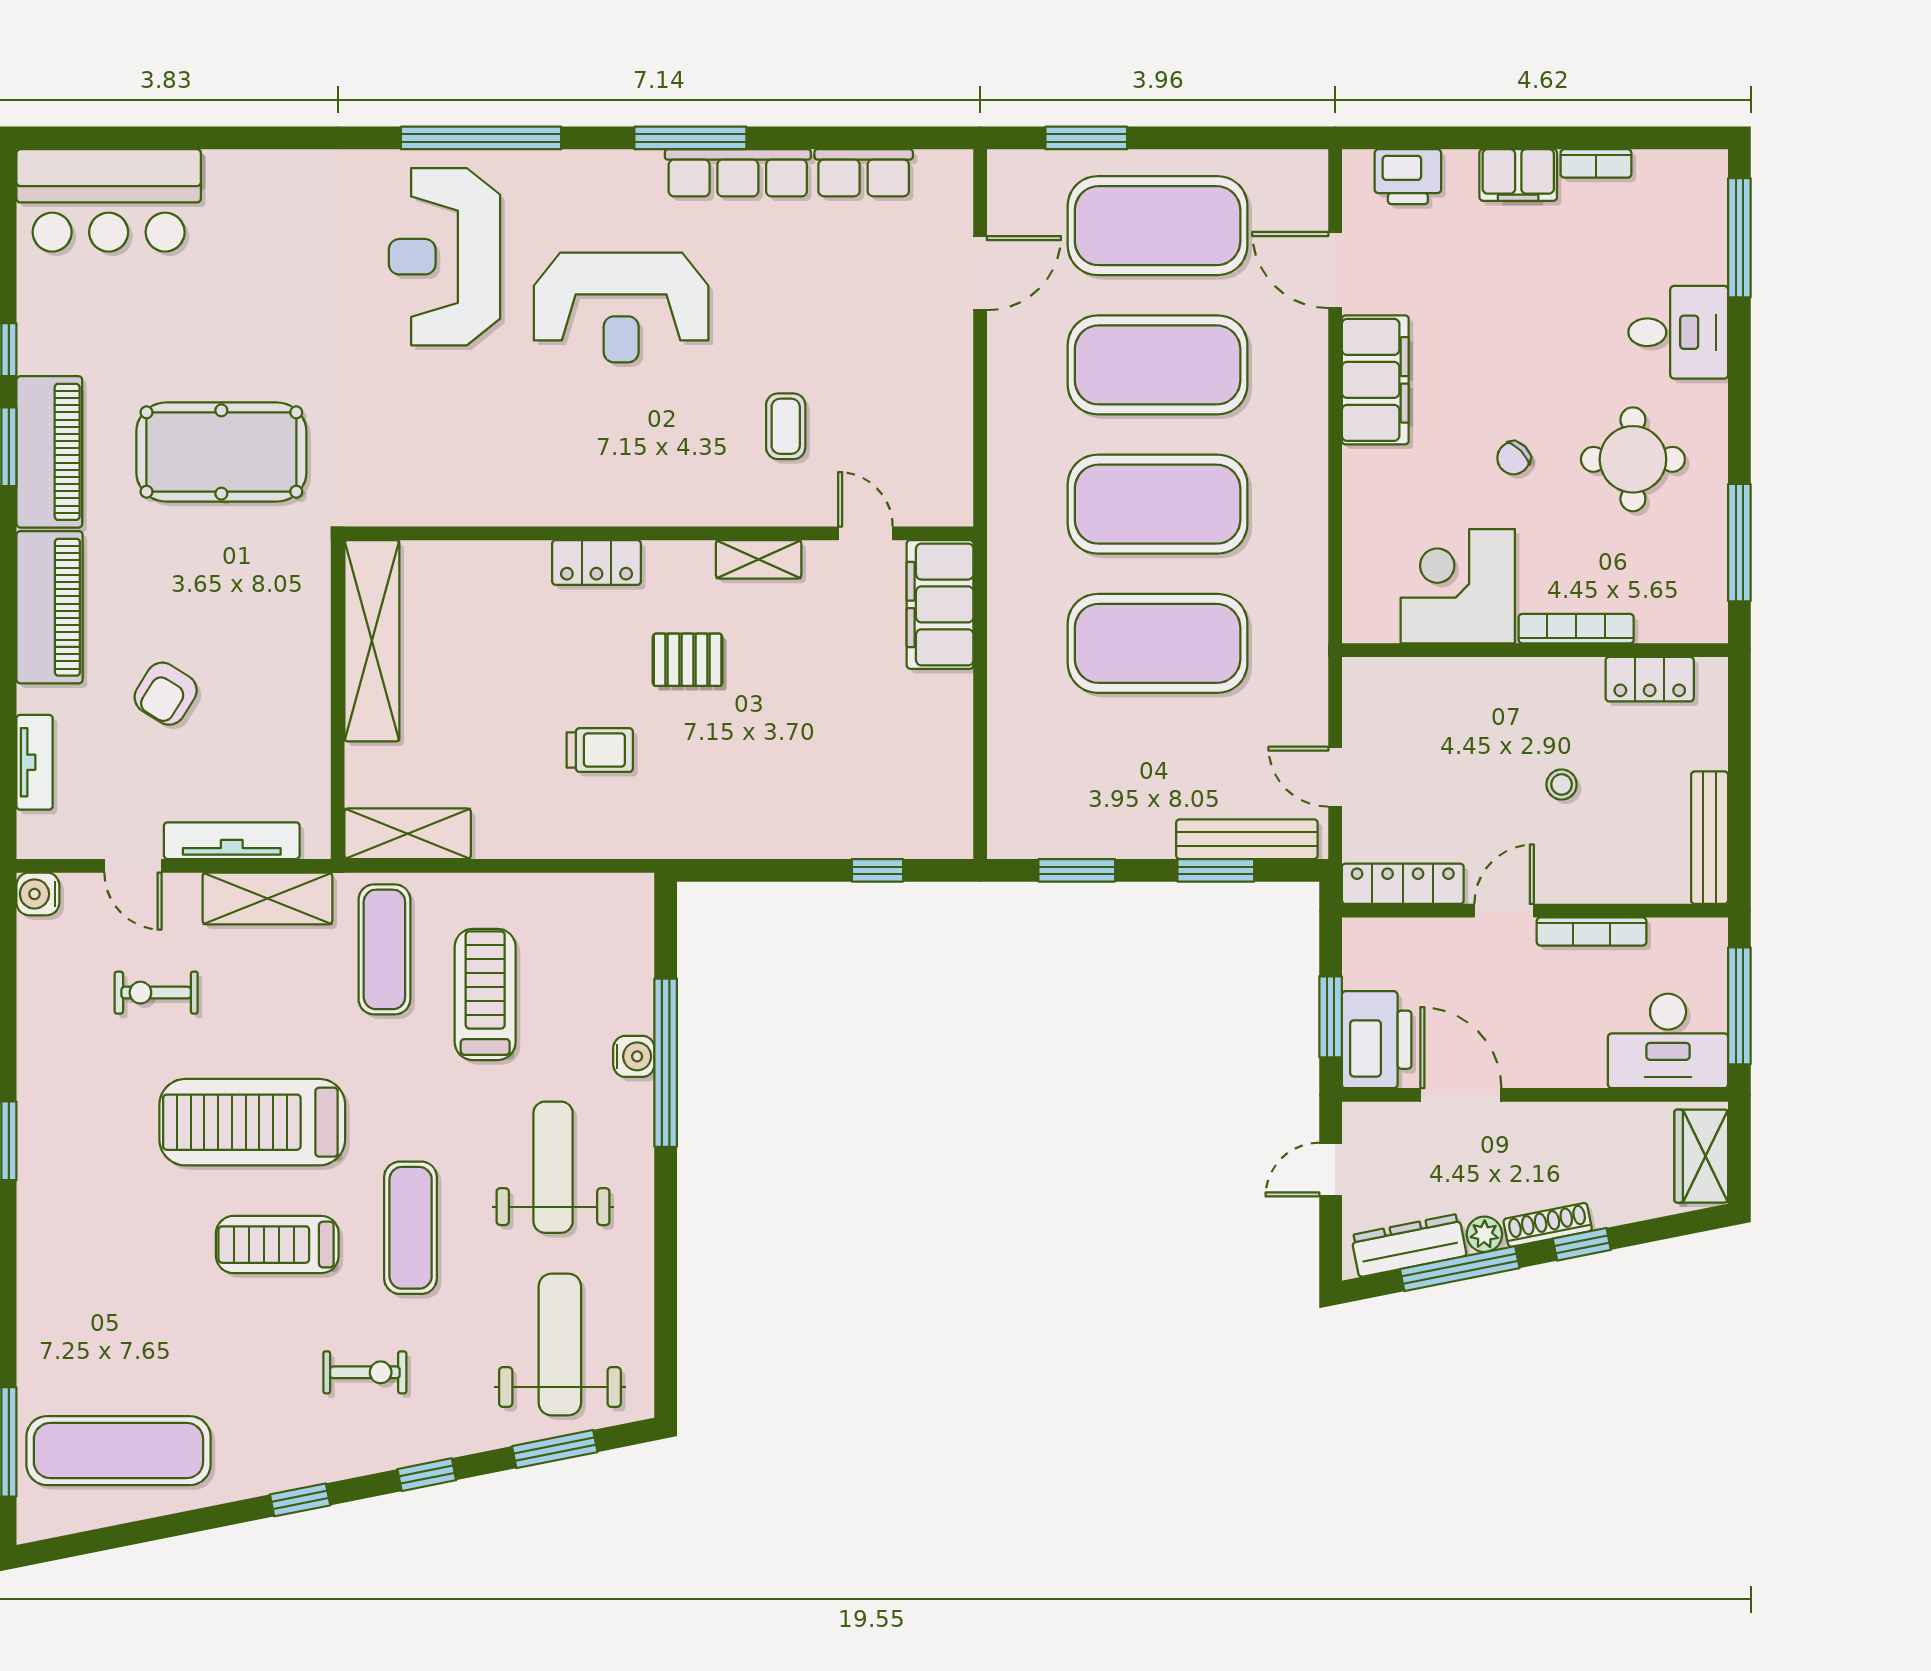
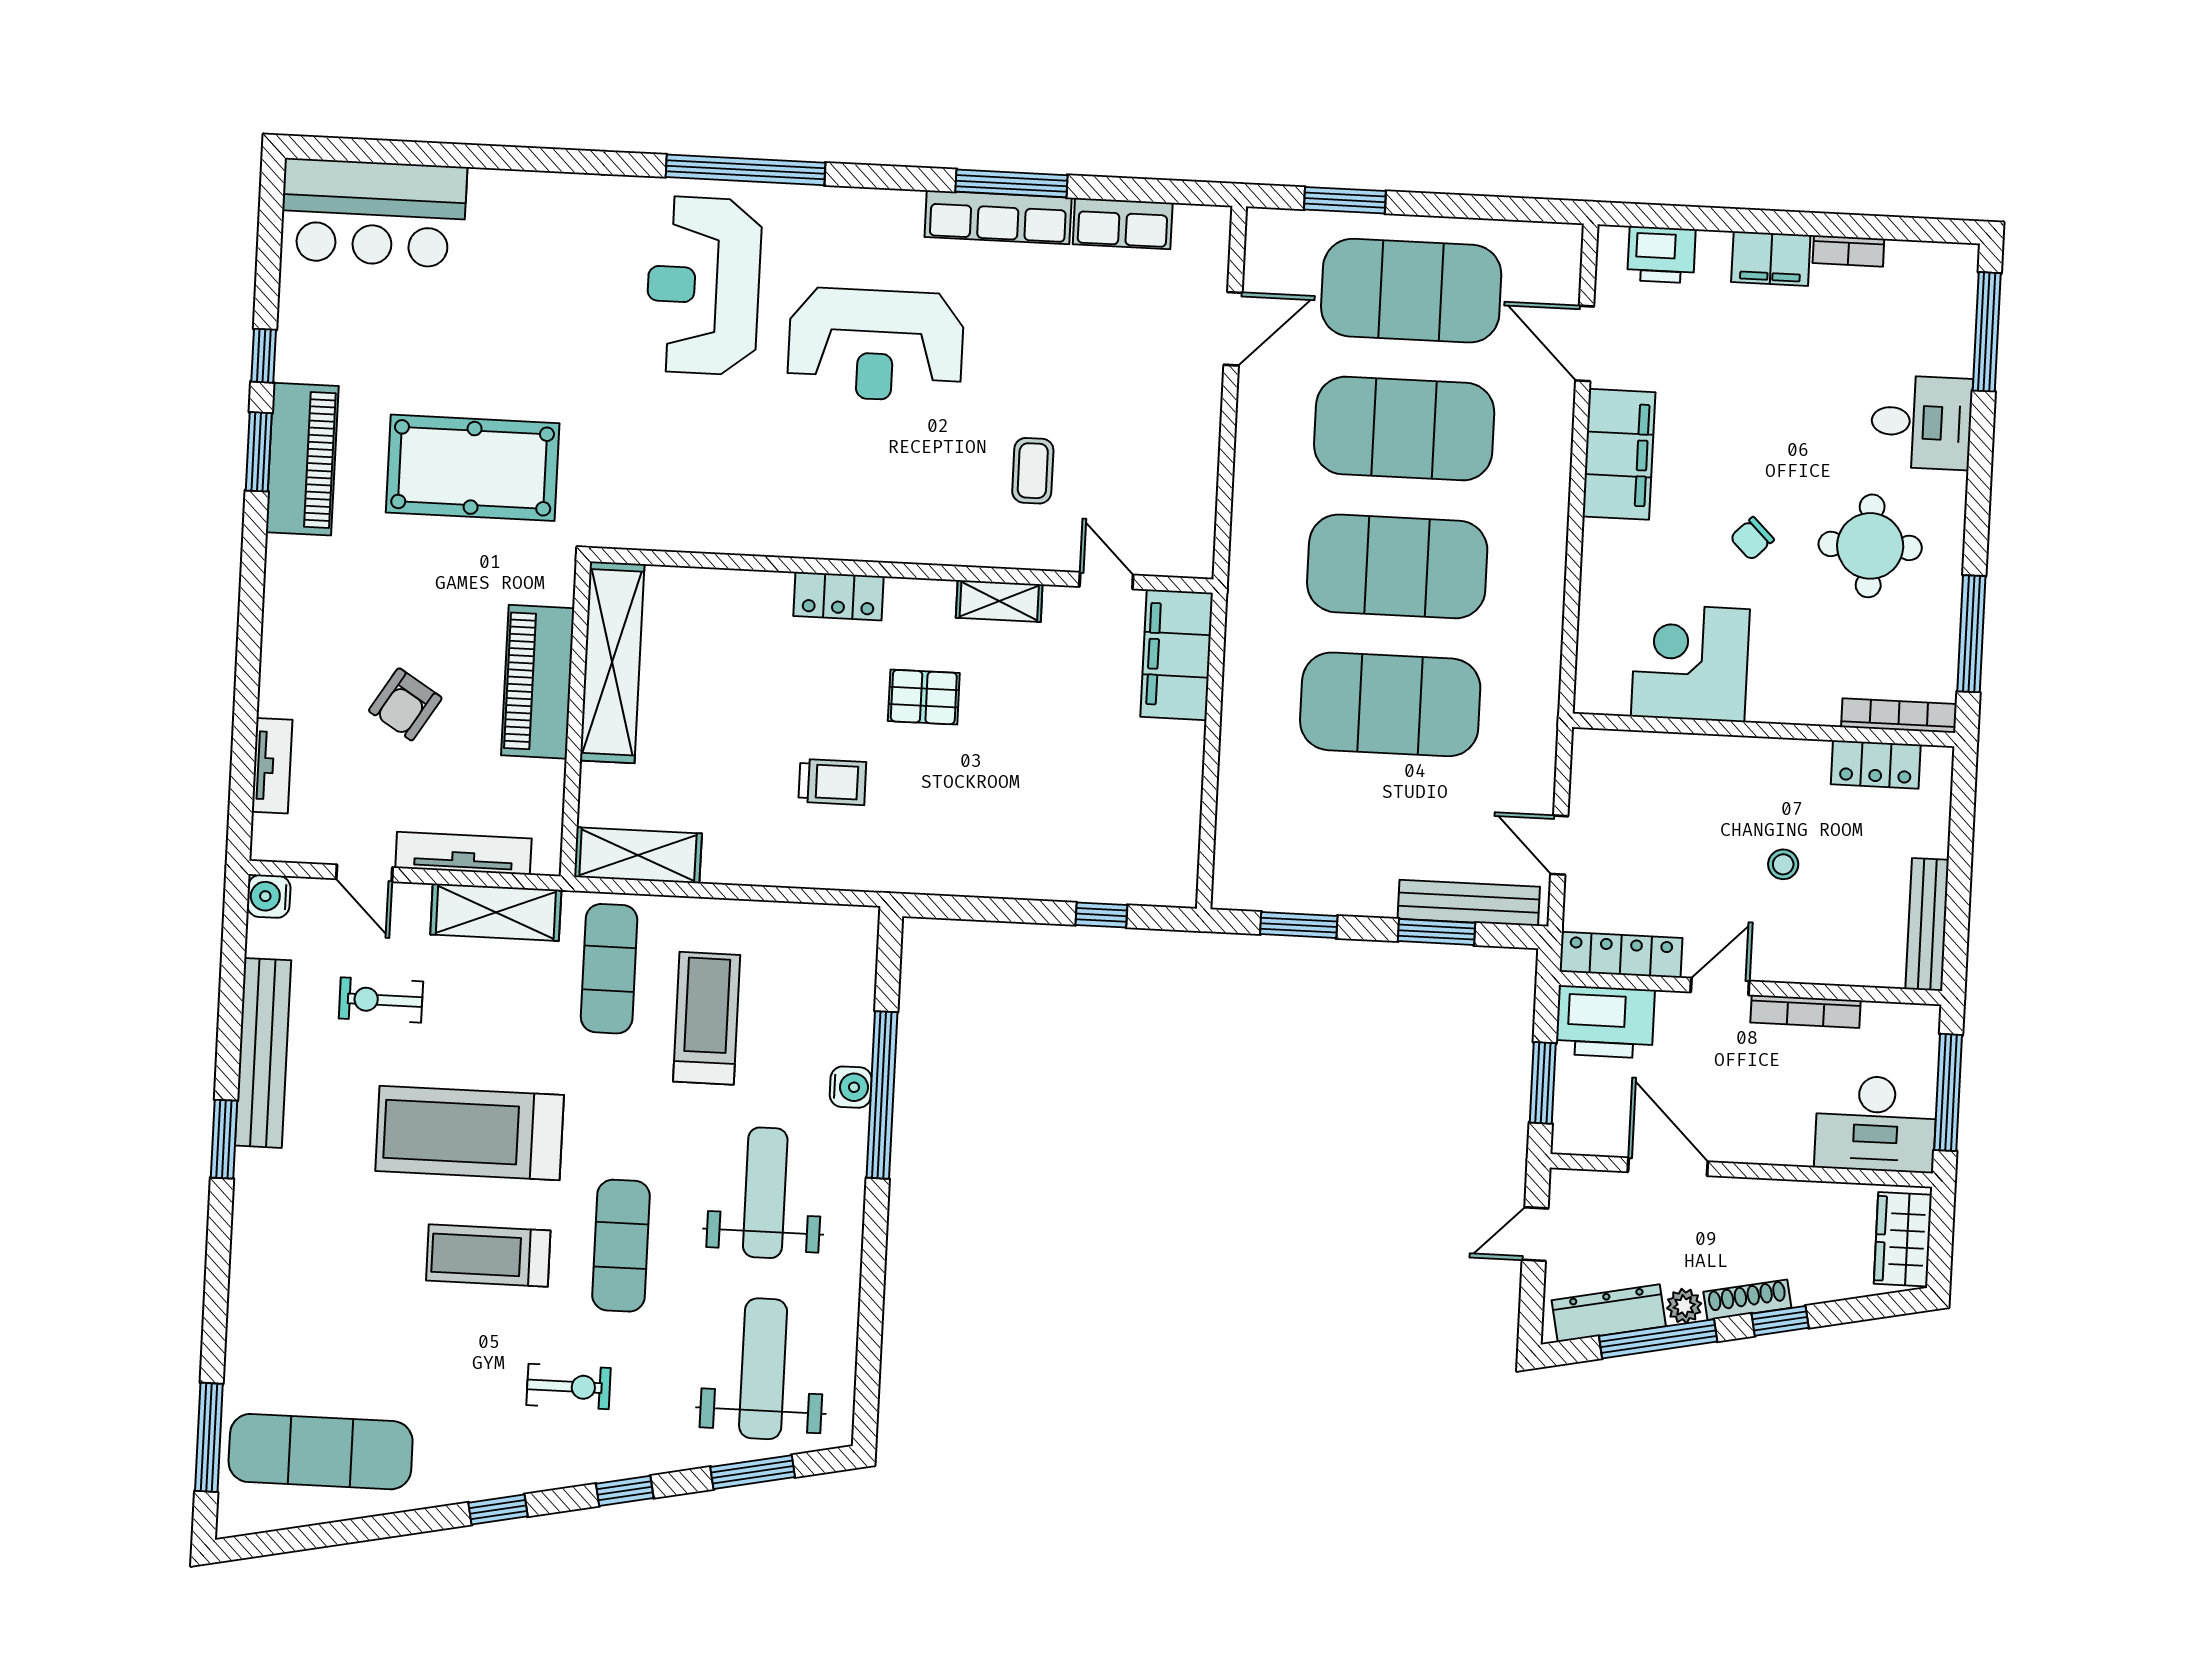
window: (690, 138) -> (1011, 183), moved
piano: (50, 607) -> (538, 682), moved, turned 180
bookcase: (1576, 629) -> (1899, 716), moved
printer: (1377, 1040) -> (1605, 1022), moved, turned 90
bench: (40, 1052) -> (263, 1053), added

